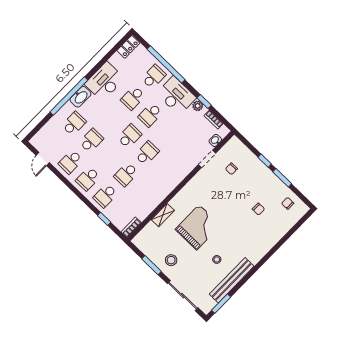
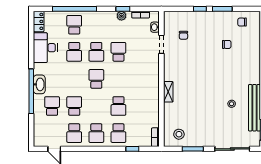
desk: (105, 81) -> (45, 48), moved
desk: (176, 96) -> (101, 23), removed
school desk: (147, 153) -> (118, 52), moved
shelving: (163, 215) -> (168, 92), moved
grand piano: (198, 227) -> (199, 95), removed
stool: (171, 260) -> (179, 134), moved

